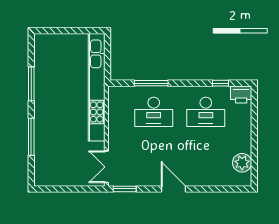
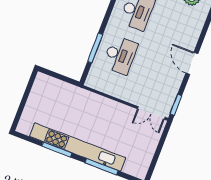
kitchen unit: (97, 87) -> (78, 147), moved, turned 180
door: (174, 189) -> (192, 63), hinge flipped

